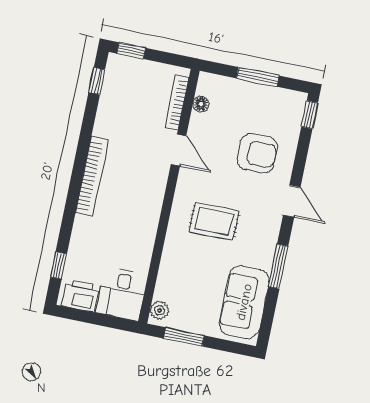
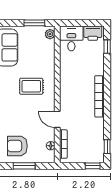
armchair: (257, 154) -> (17, 146), moved

